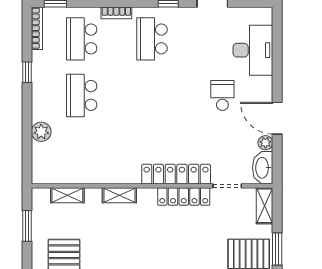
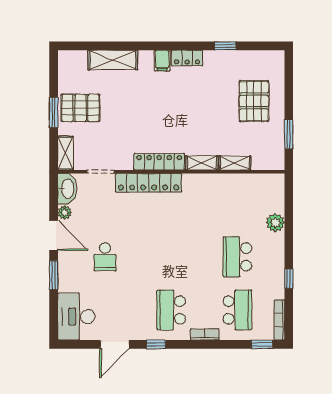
school desk: (152, 39) -> (171, 310), turned 180
desk: (253, 50) -> (76, 317), moved
window: (277, 76) -> (54, 275), added
school desk: (82, 95) -> (237, 257), turned 180
shelving: (67, 195) -> (235, 163), moved
locker: (184, 197) -> (159, 162), moved

